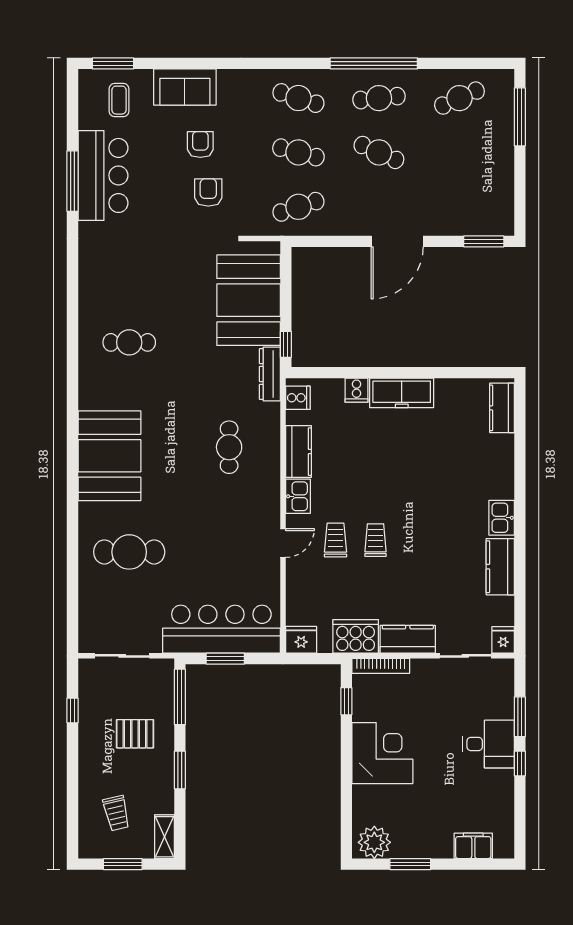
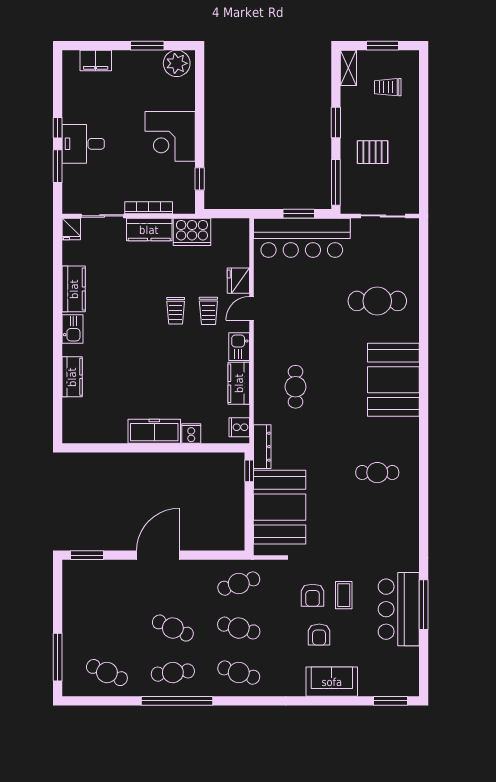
cafe table: (459, 98) -> (107, 673), turned 48
coffee table: (119, 100) -> (344, 595), moved
kitchen counter: (502, 408) -> (72, 377), moved
fridge: (301, 640) -> (238, 281), moved, turned 90
bookcase: (381, 666) -> (149, 208), moved
window: (73, 710) -> (424, 171), removed
trolley: (116, 813) -> (388, 87), turned -77

